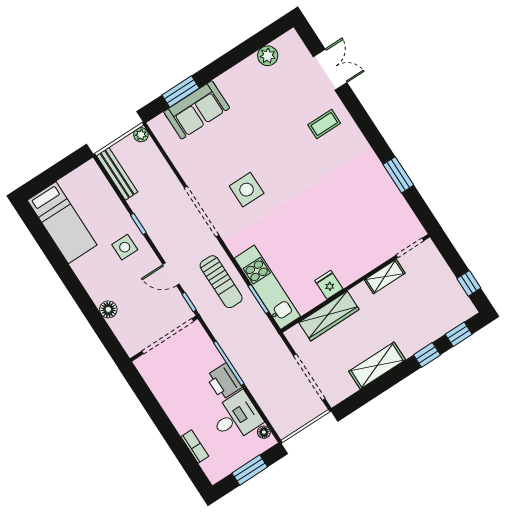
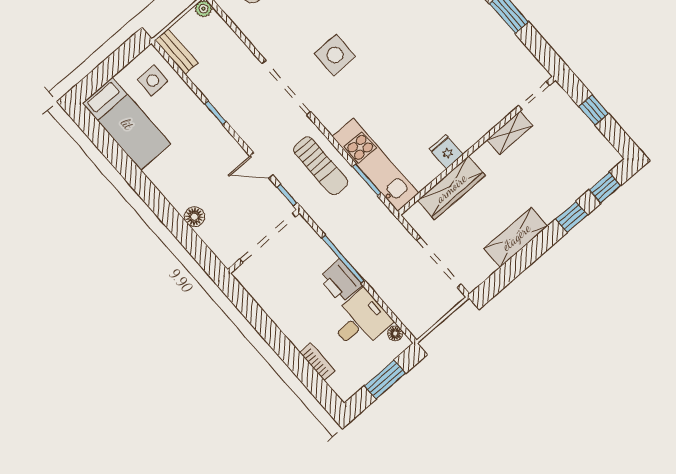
bench: (117, 174) -> (177, 52), width x0.73
side table: (125, 247) -> (153, 80), moved
window: (469, 283) -> (594, 110), moved

